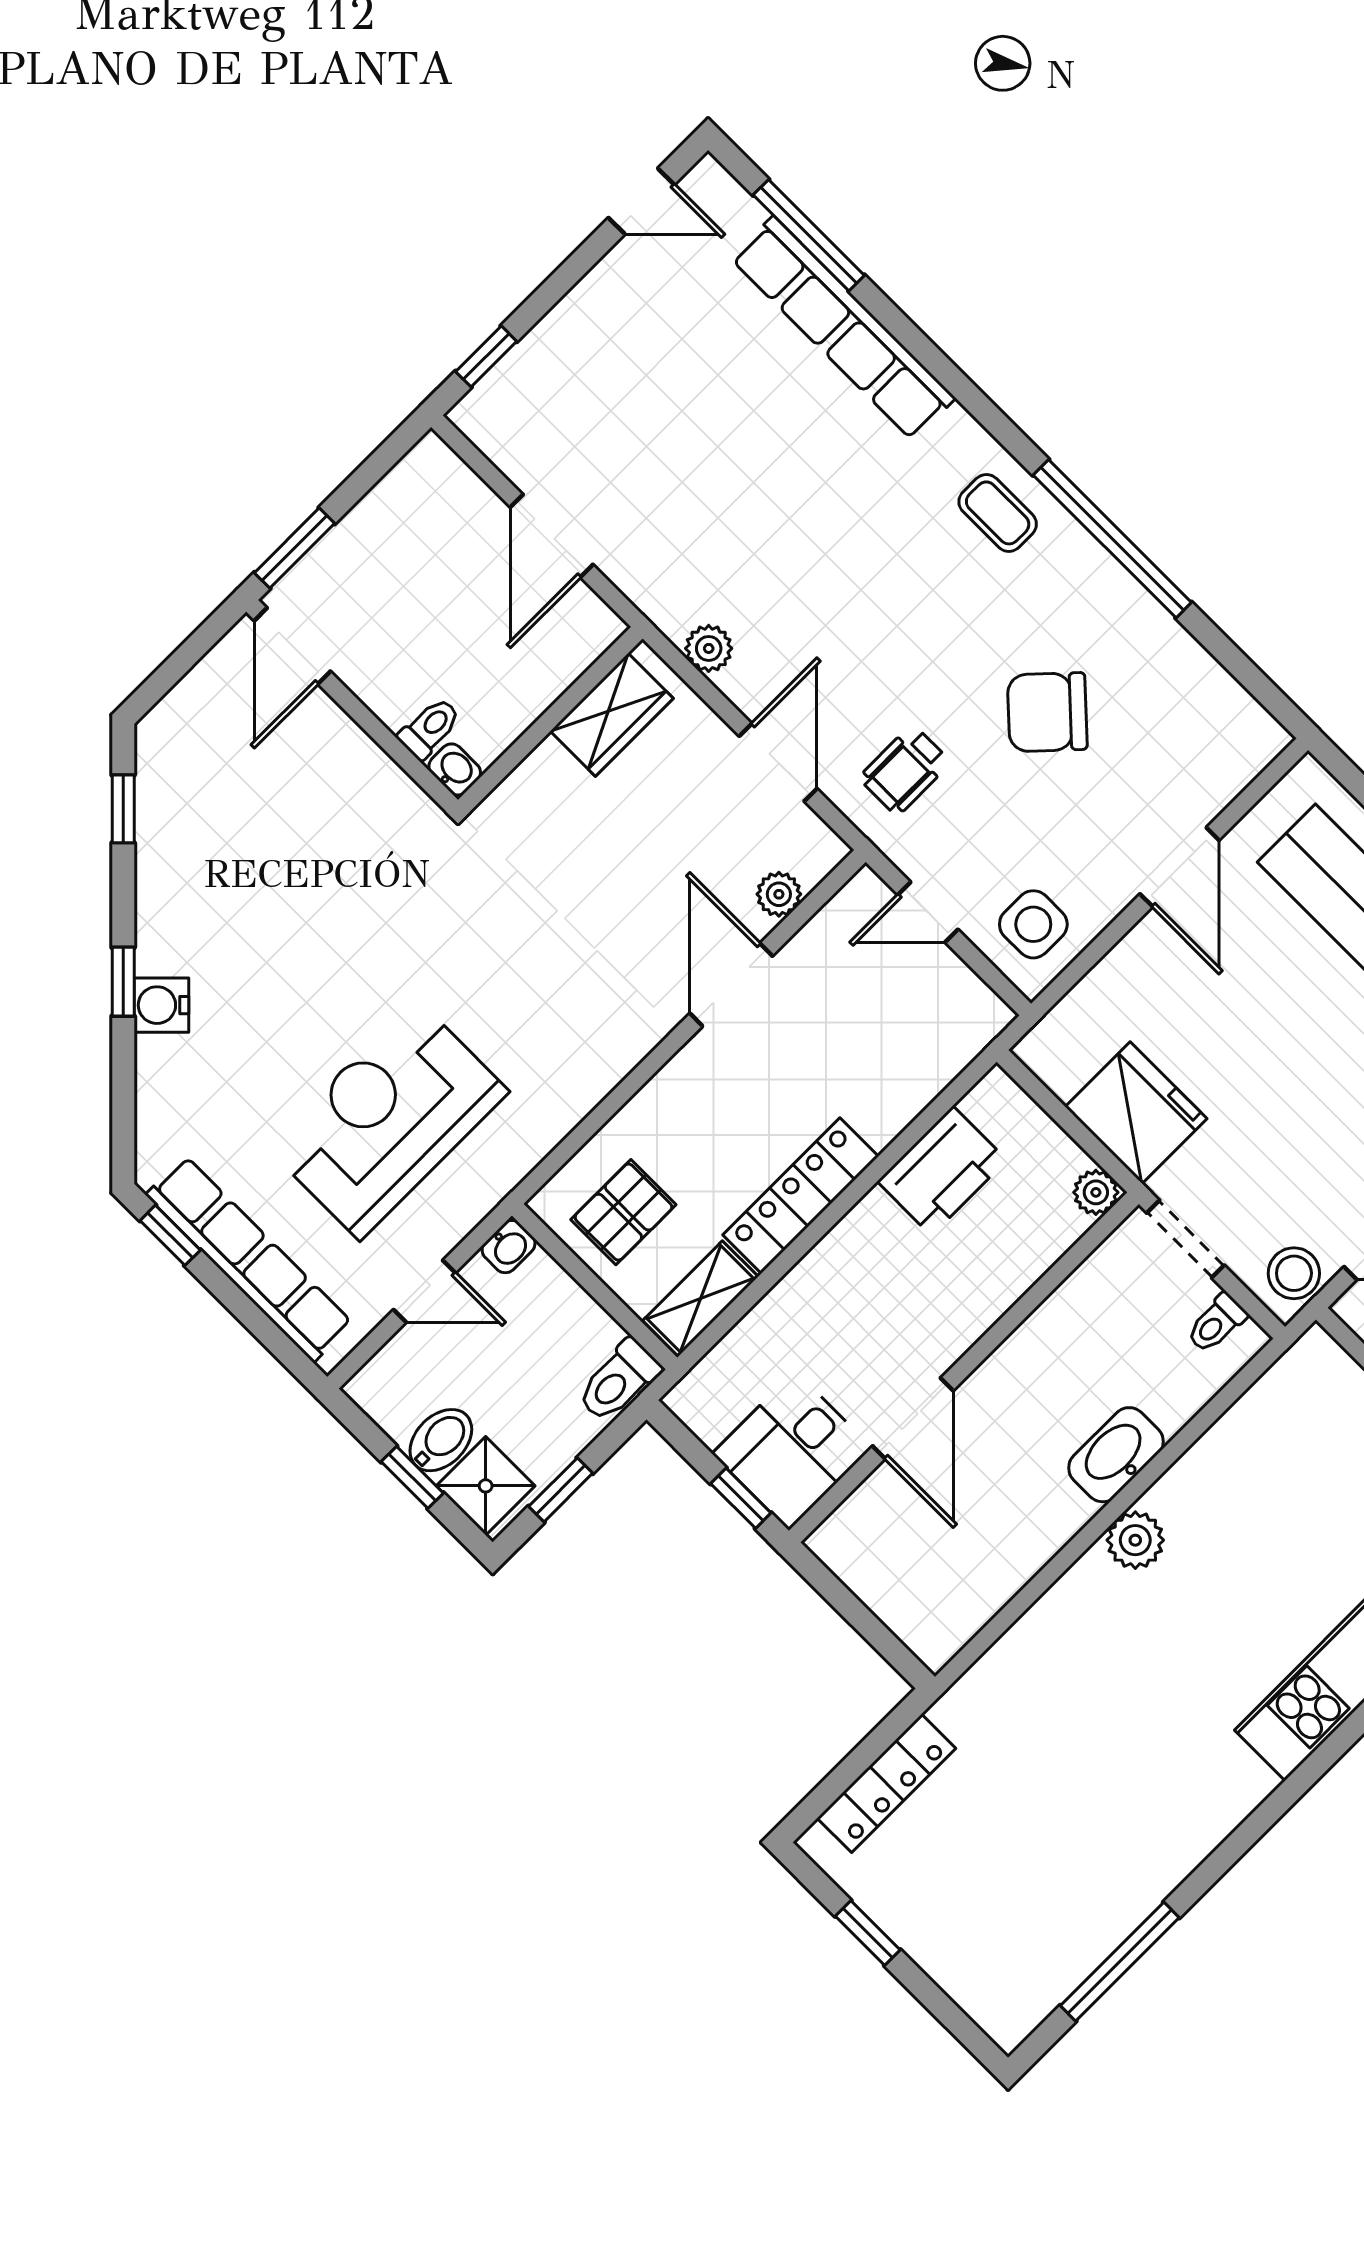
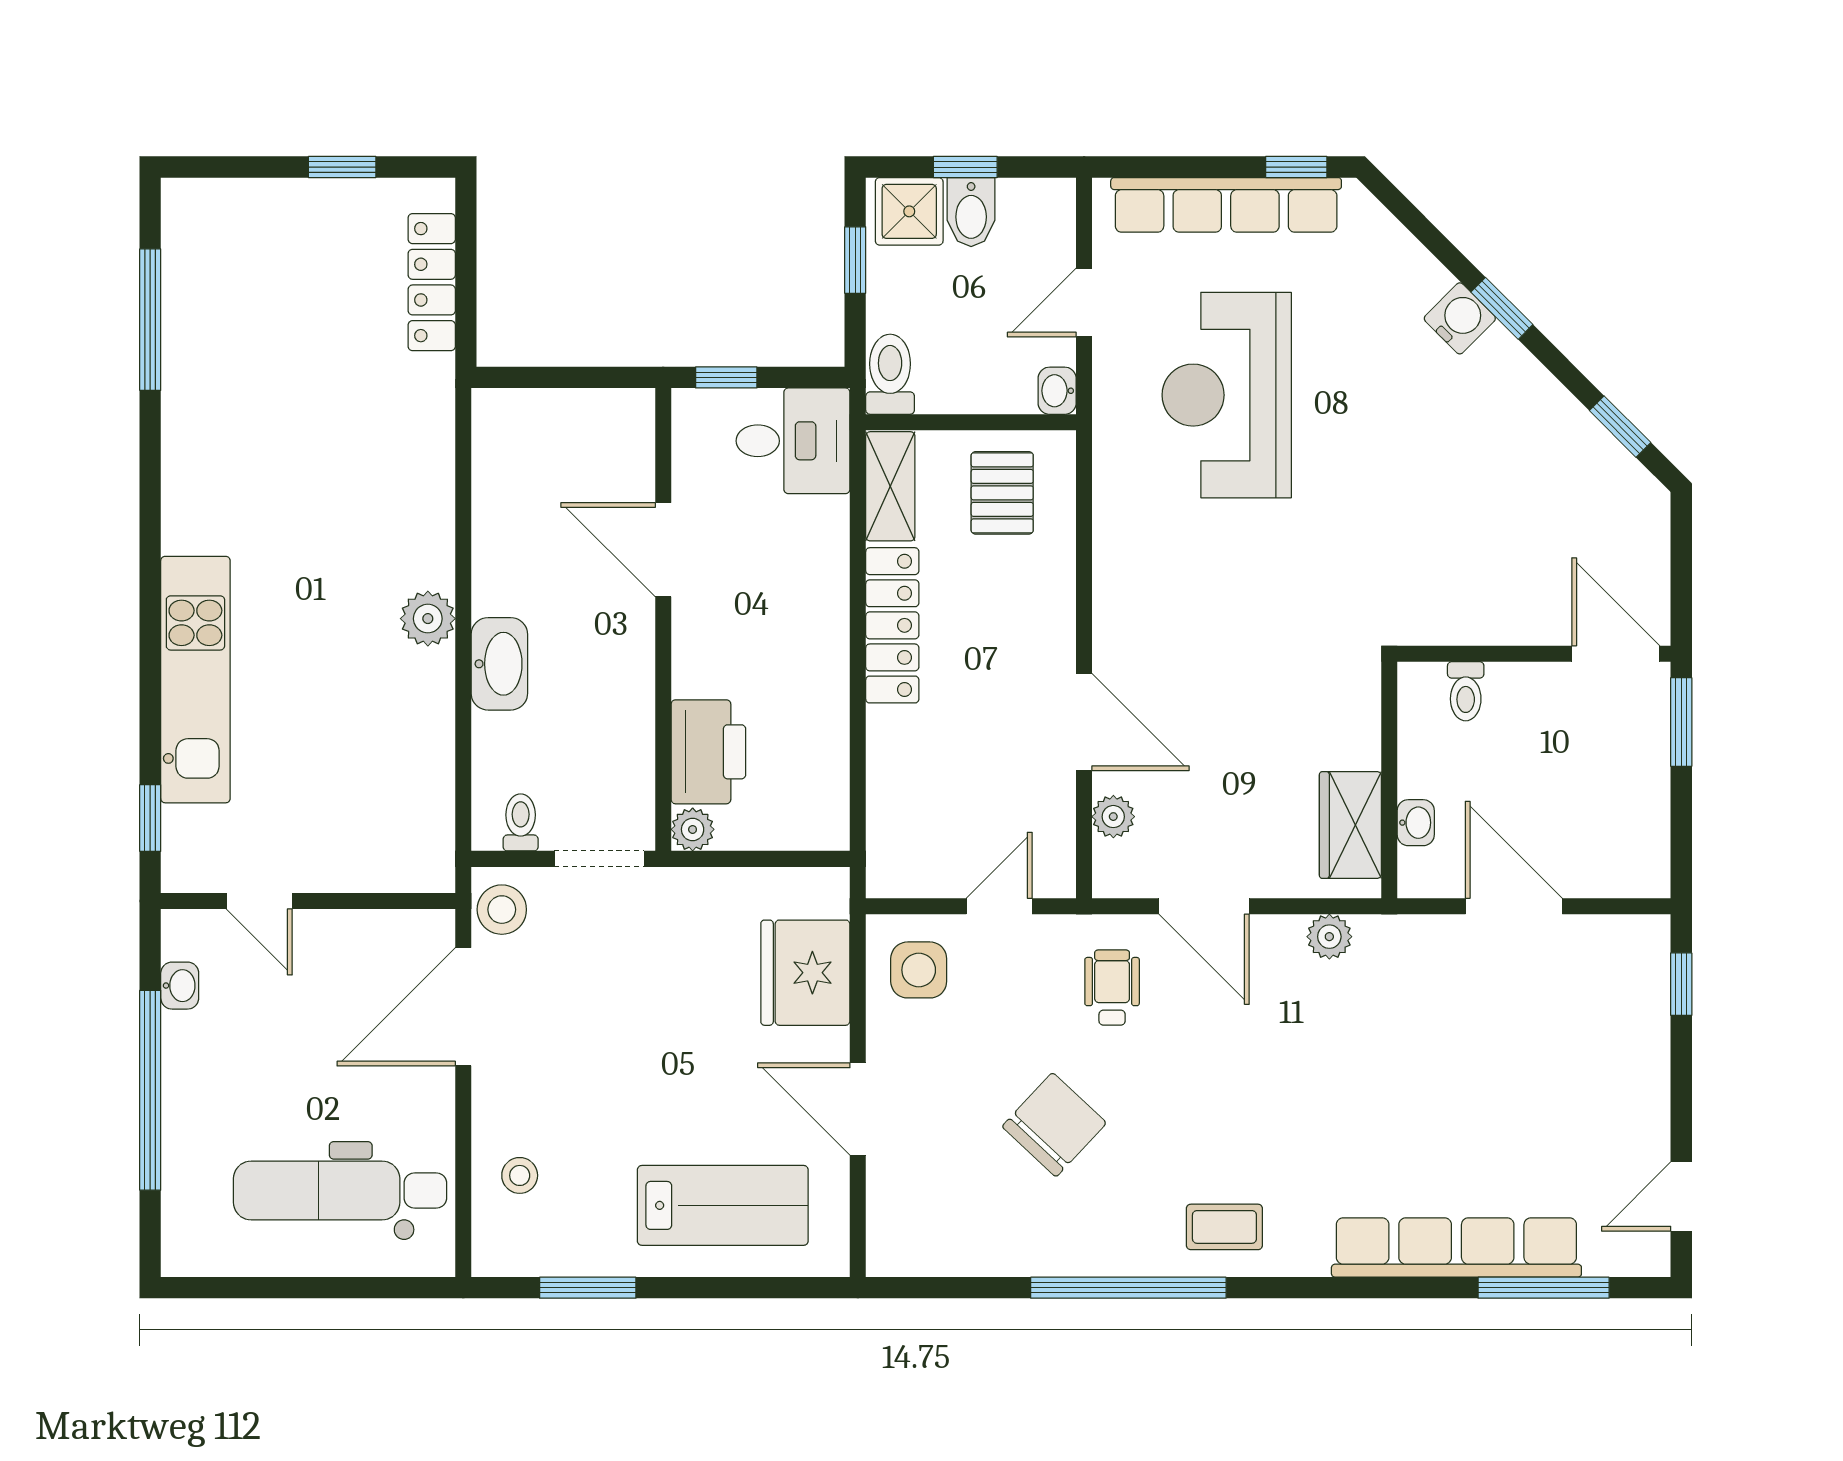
washbasin: (455, 769) -> (1416, 823), moved, turned -90
fridge: (1136, 1113) -> (805, 973), moved, turned 90
reception desk: (388, 1119) -> (1227, 395), turned 180
printer: (942, 1171) -> (708, 752), moved, turned 180
desk: (792, 1451) -> (793, 441), moved, turned 90

